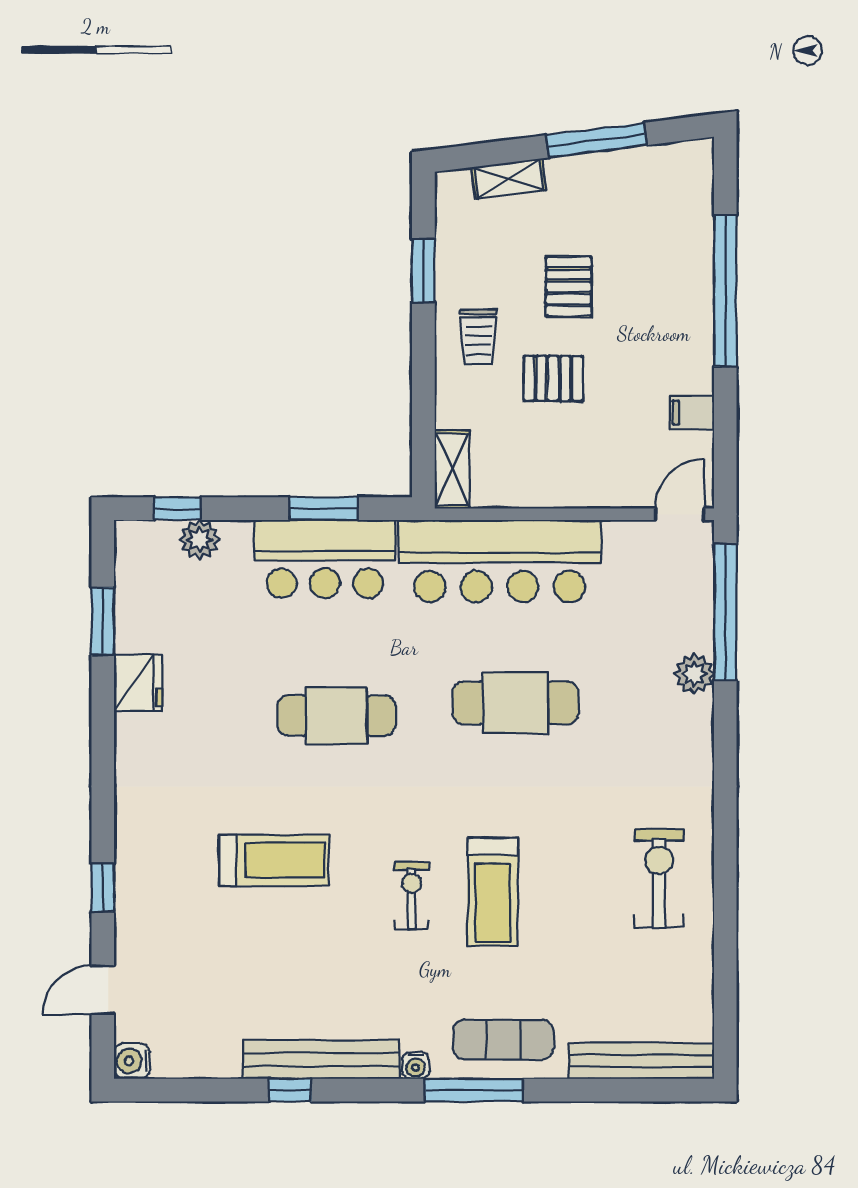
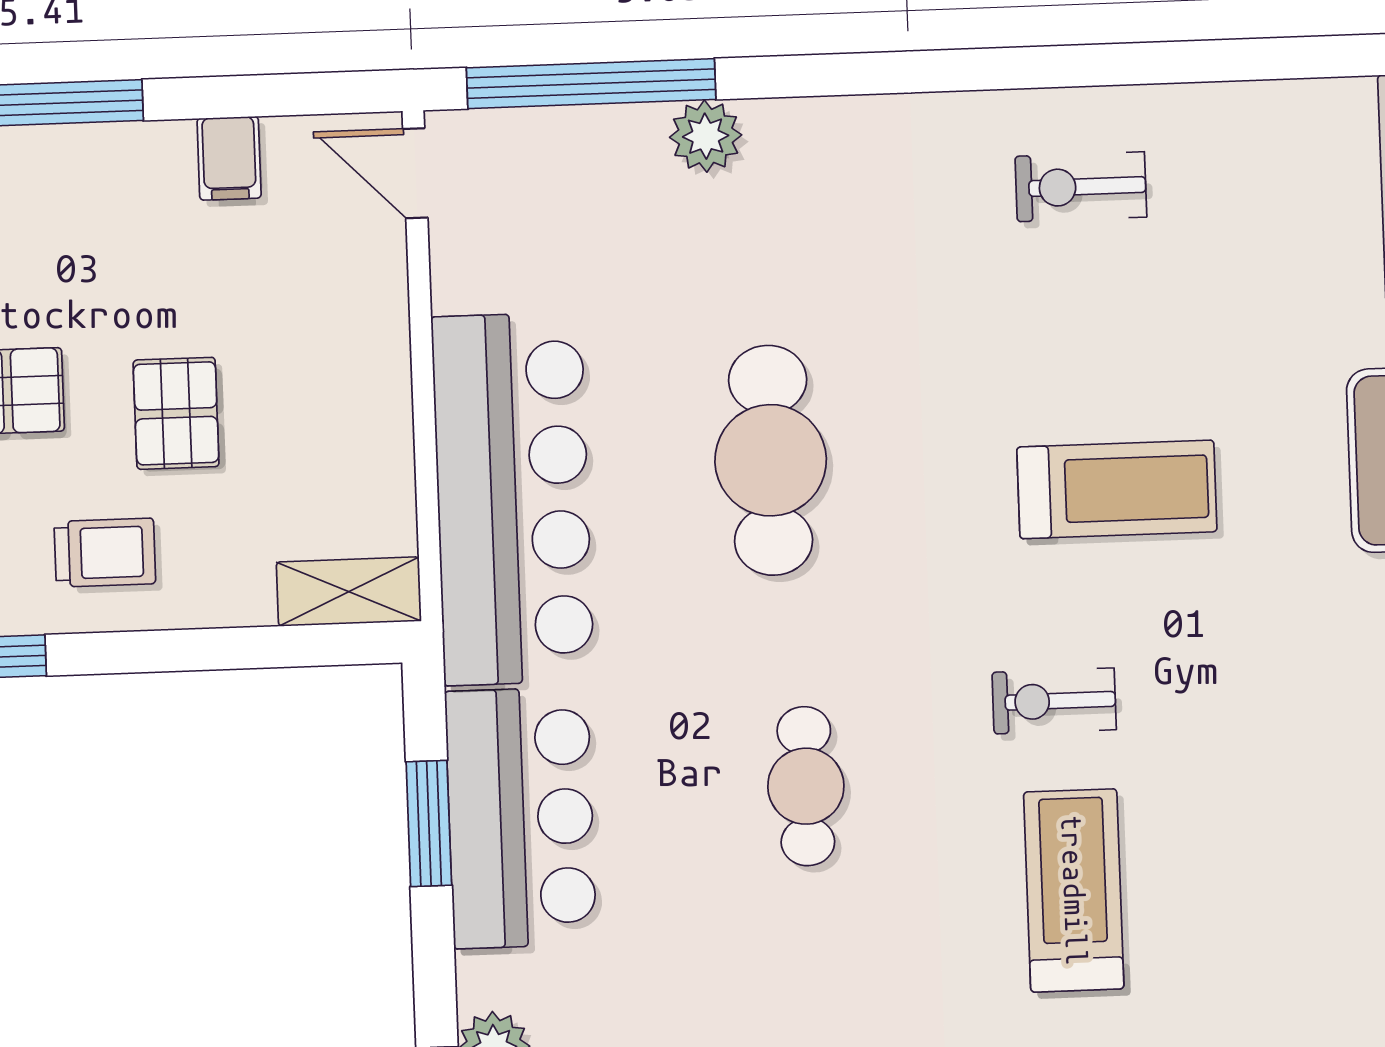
cafe table: (336, 716) -> (806, 786), width x0.73, depth x0.74
exercise bike: (659, 878) -> (1081, 187), width x0.73, depth x0.72
exercise bike: (412, 895) -> (1054, 701), moved

